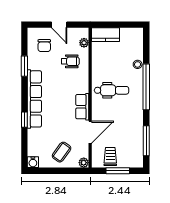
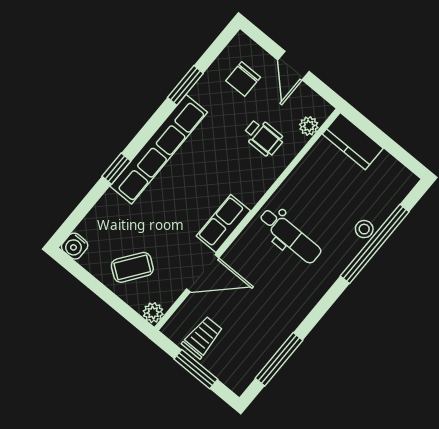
window: (146, 87) -> (375, 244), moved

